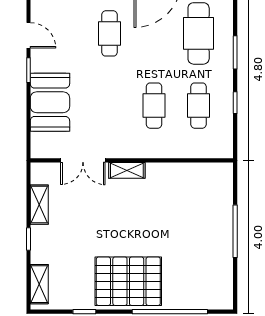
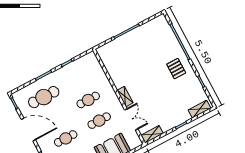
cafe table: (199, 106) -> (99, 121), moved
shelving: (39, 205) -> (152, 134), moved
pallet: (128, 281) -> (176, 69), width x0.49, depth x0.50

